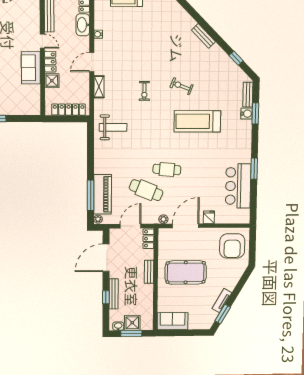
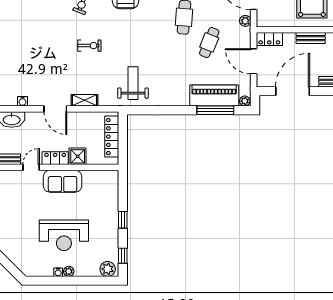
cafe table: (146, 190) -> (209, 42), width x0.73, depth x0.74
door: (106, 258) -> (293, 91), swing flipped

